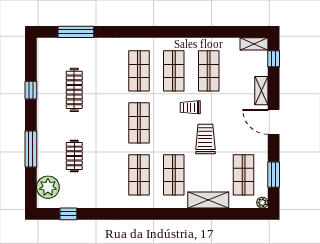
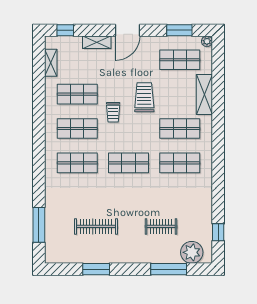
shelving: (254, 44) -> (51, 63), moved
window: (31, 90) -> (96, 269), width x1.50
trolley: (205, 139) -> (144, 97), turned 90
window: (31, 149) -> (169, 269), moved

